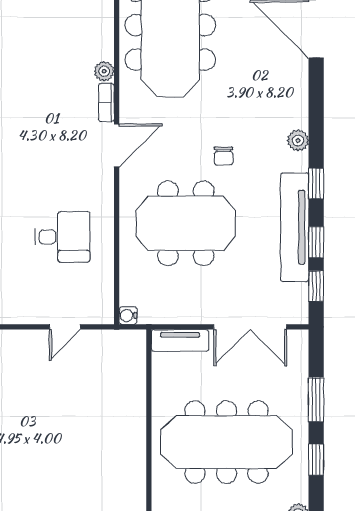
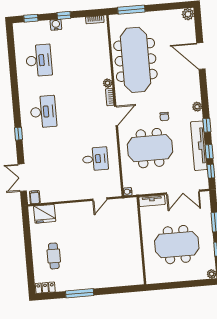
meeting table: (227, 442) -> (177, 245), width x0.73

